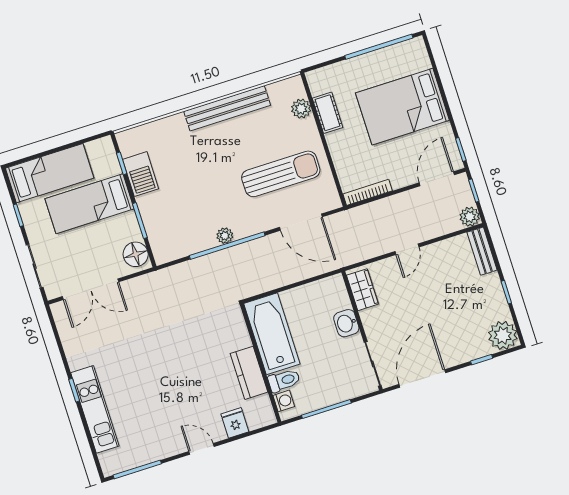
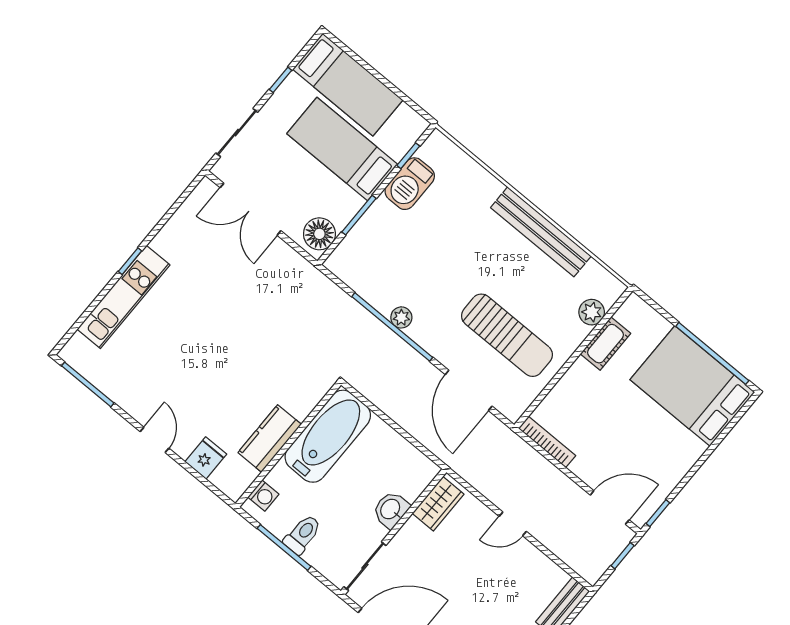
bed: (402, 107) -> (692, 386), moved
plant: (470, 217) -> (591, 569), removed
toilet: (284, 380) -> (303, 534), moved, turned -90

